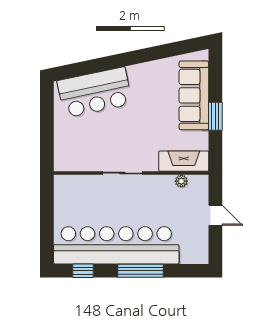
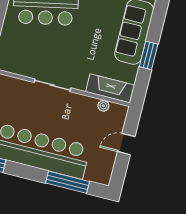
door: (215, 215) -> (126, 144), swing flipped
window: (141, 271) -> (68, 182), moved

